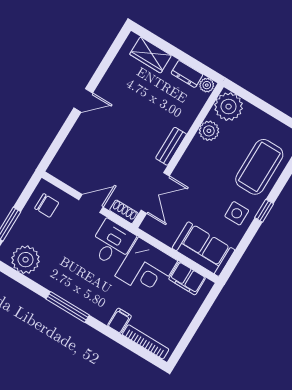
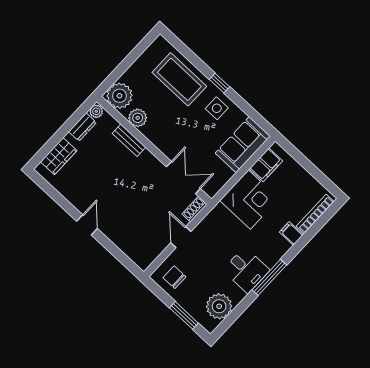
bench: (171, 146) -> (129, 140), moved
chair: (47, 205) -> (174, 277), turned -90
desk: (112, 243) -> (246, 270), moved, turned 180

